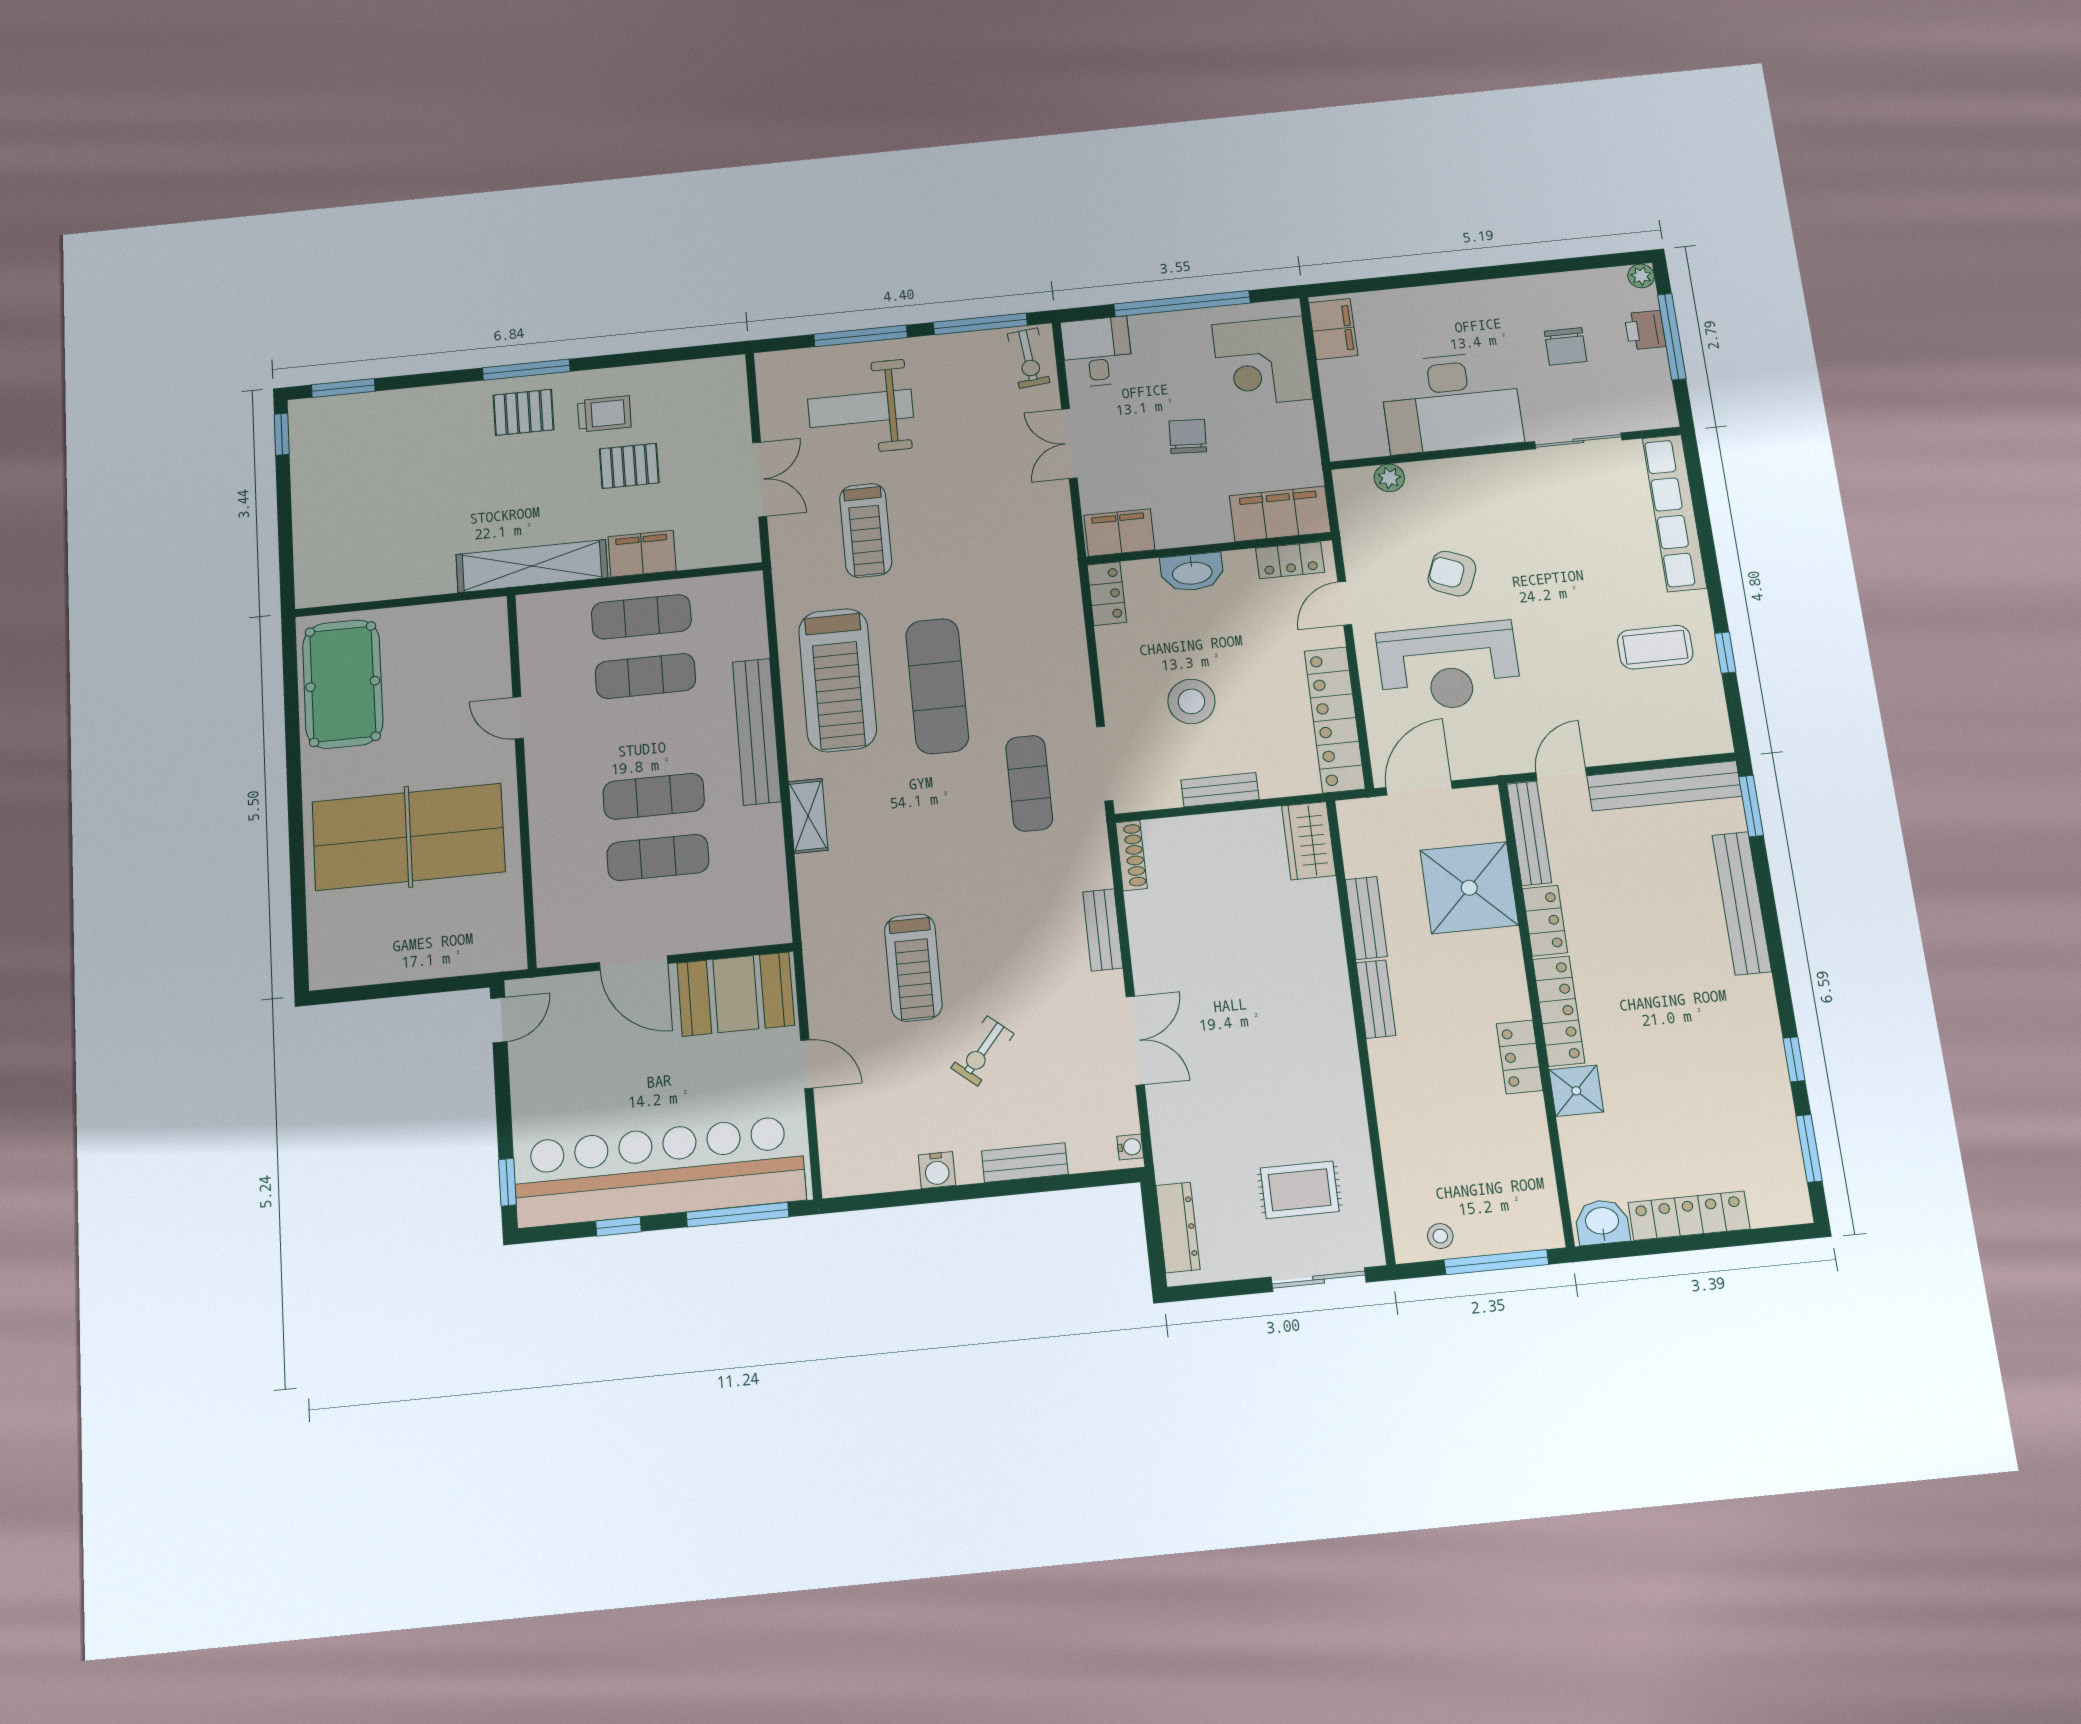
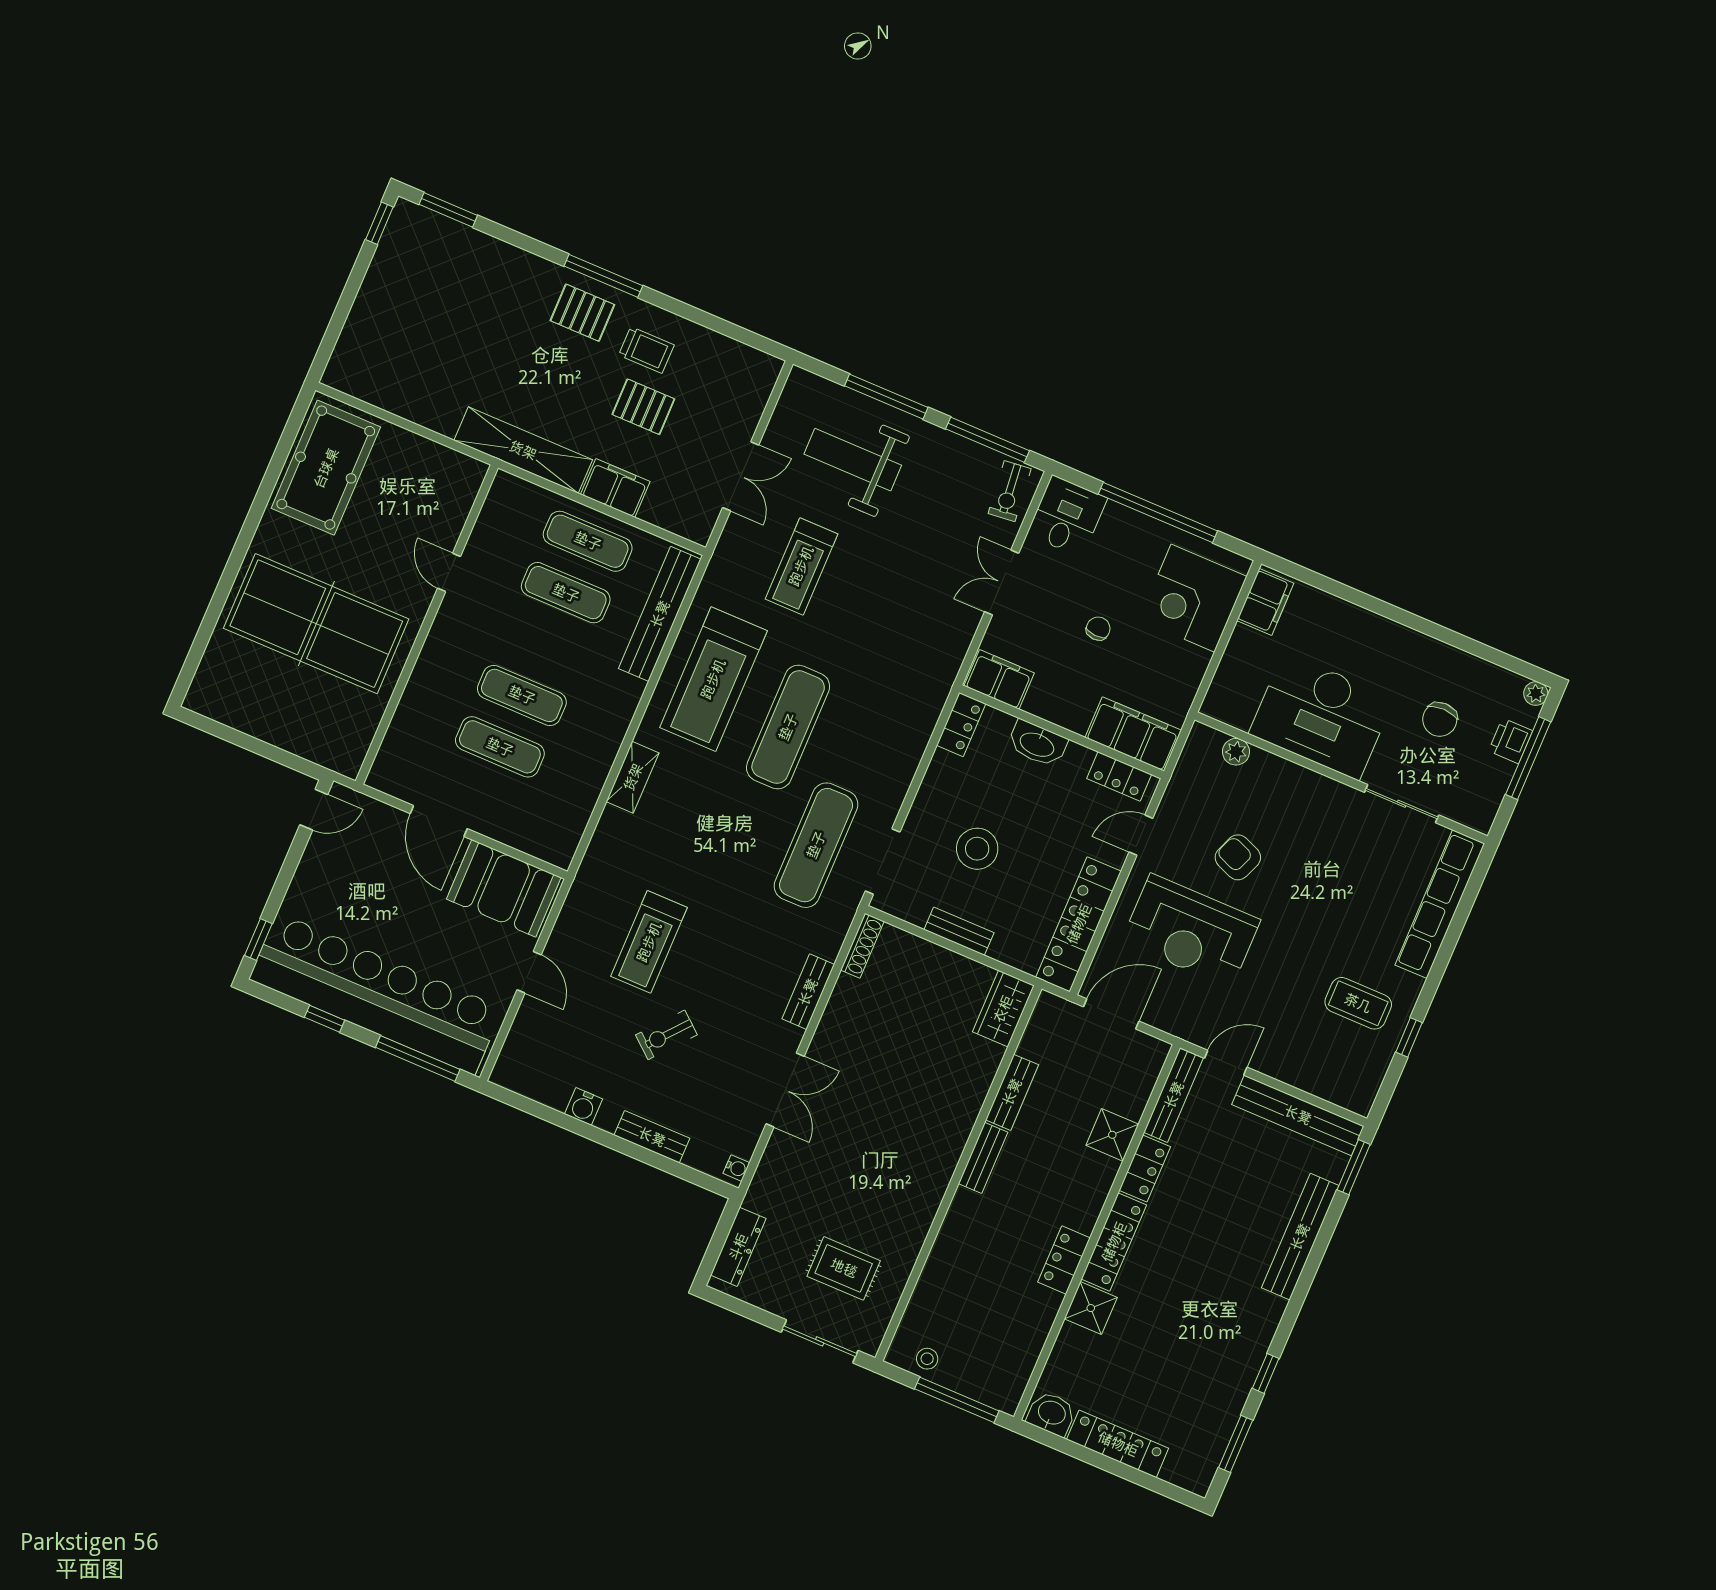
chair: (1188, 436) -> (1098, 629), width x0.73, depth x0.73
bench: (757, 731) -> (660, 614), moved
exercise mat: (1029, 783) -> (816, 845), width x1.36, depth x1.45
shower: (1469, 888) -> (1112, 1135), width x0.54, depth x0.54

